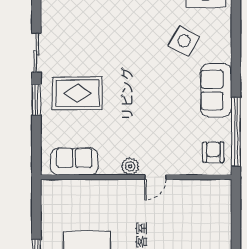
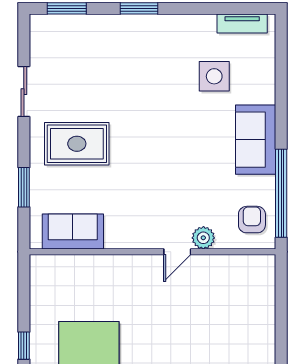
side table: (184, 41) -> (214, 76), turned -30
window: (36, 100) -> (24, 187), moved
plant: (130, 166) -> (203, 238), moved

